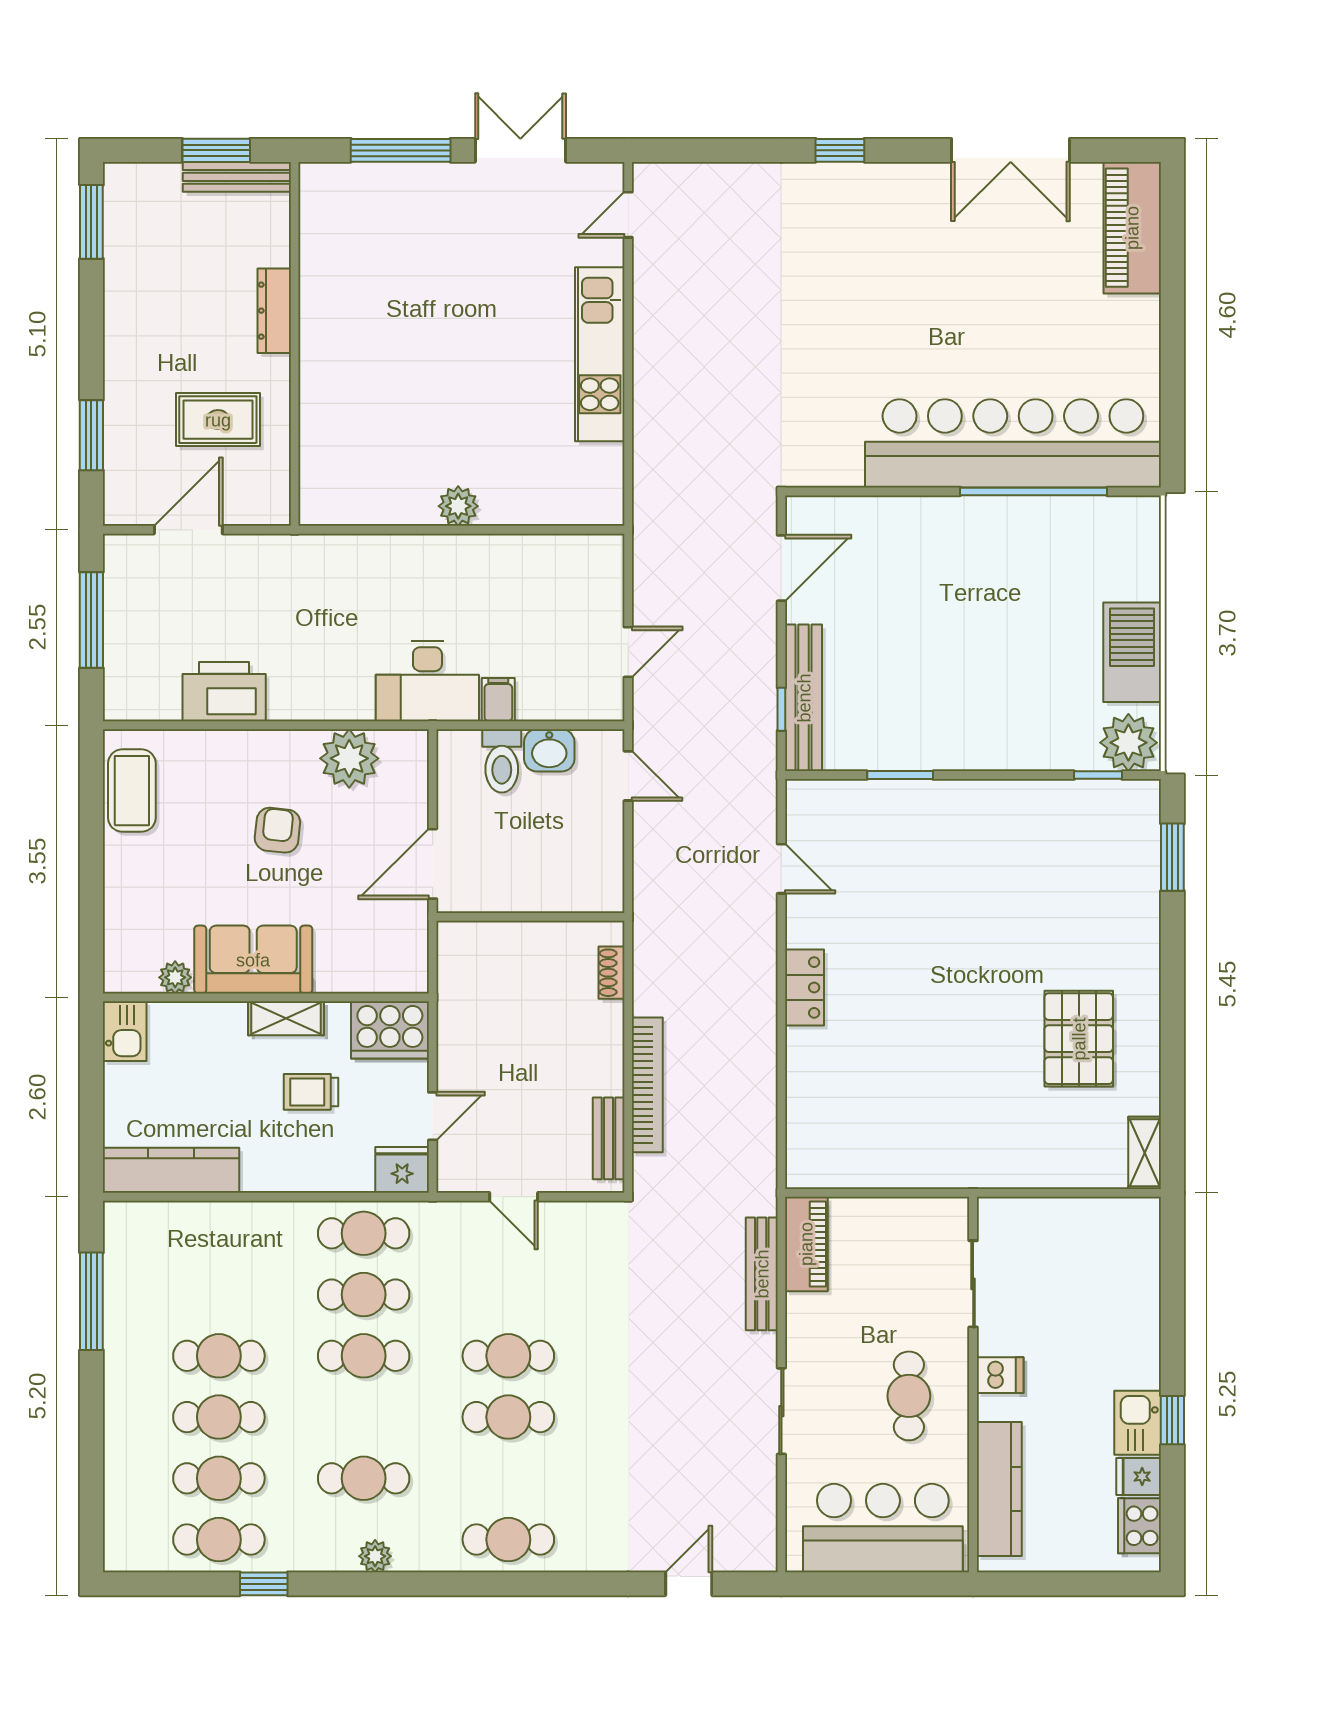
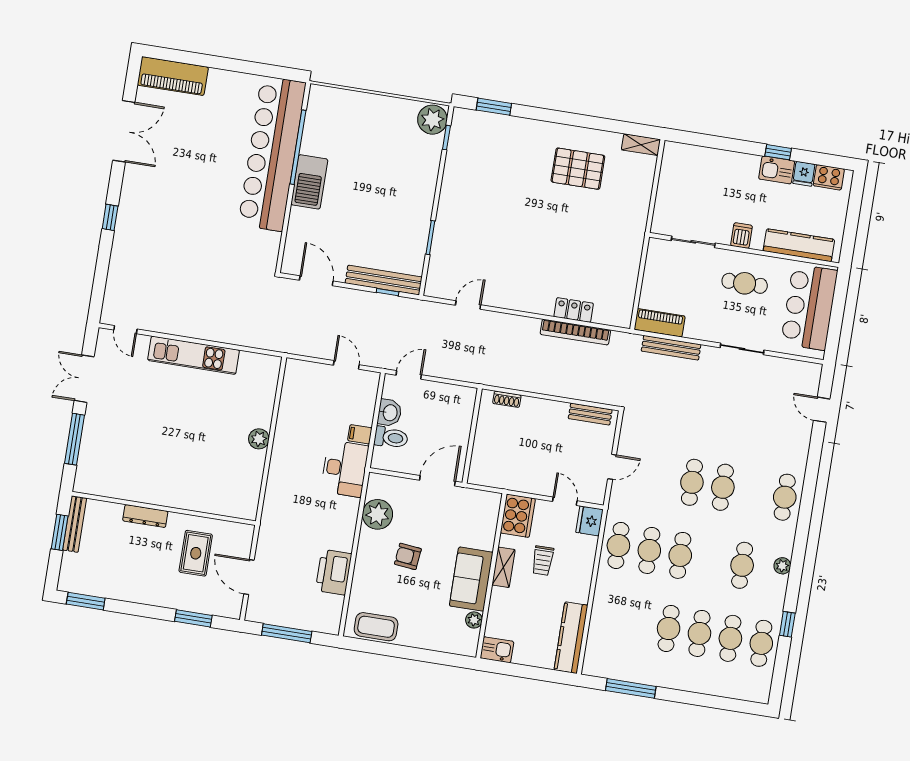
barbecue: (1132, 652) -> (309, 182), moved, turned -90
door: (433, 864) -> (437, 481), swing flipped
locker: (805, 987) -> (574, 310), moved
bookcase: (647, 1085) -> (575, 332), moved, turned 180

